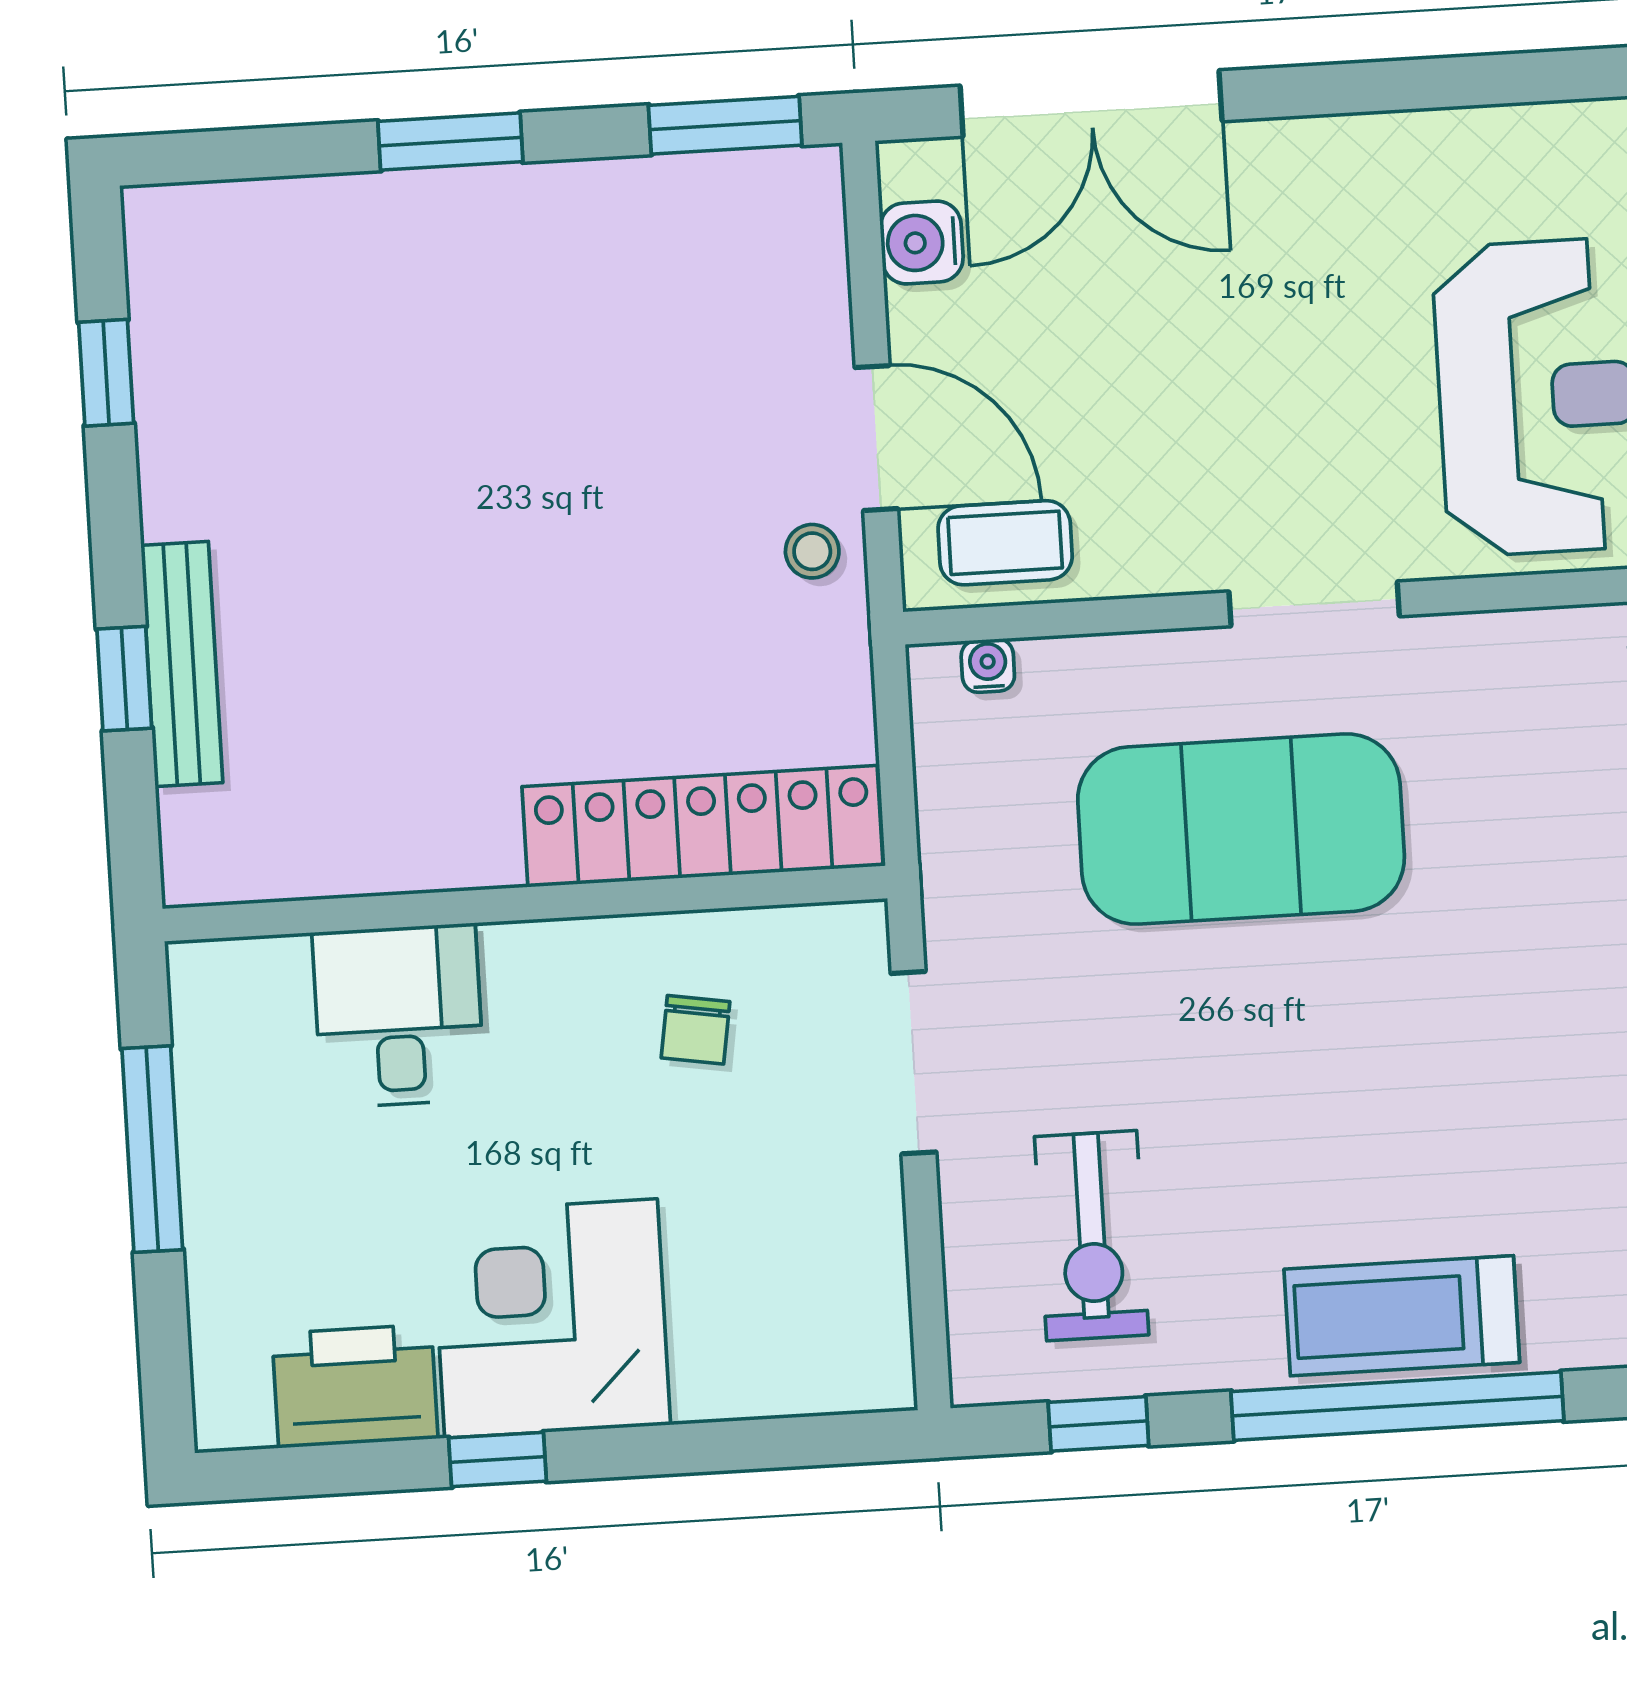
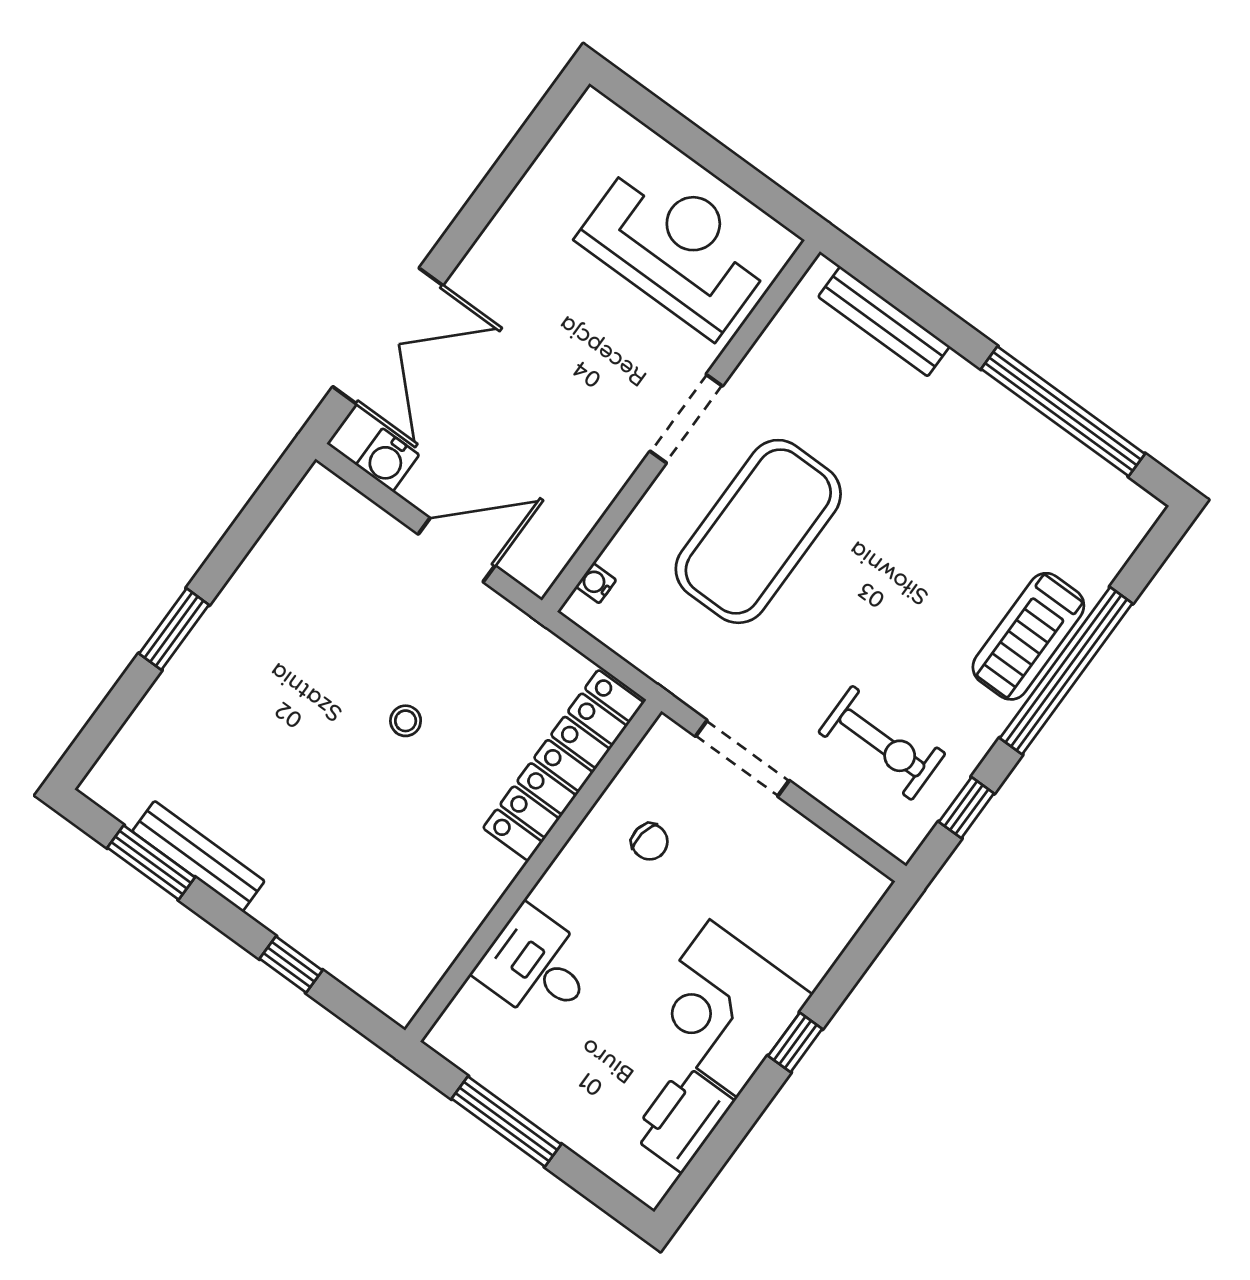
window: (725, 125) -> (266, 503), removed
window: (106, 373) -> (151, 862), width x1.50
coffee table: (1005, 543) -> (548, 531), removed
stool: (812, 551) -> (406, 721), moved
bench: (182, 664) -> (198, 856), moved
window: (498, 1460) -> (795, 1042), moved

